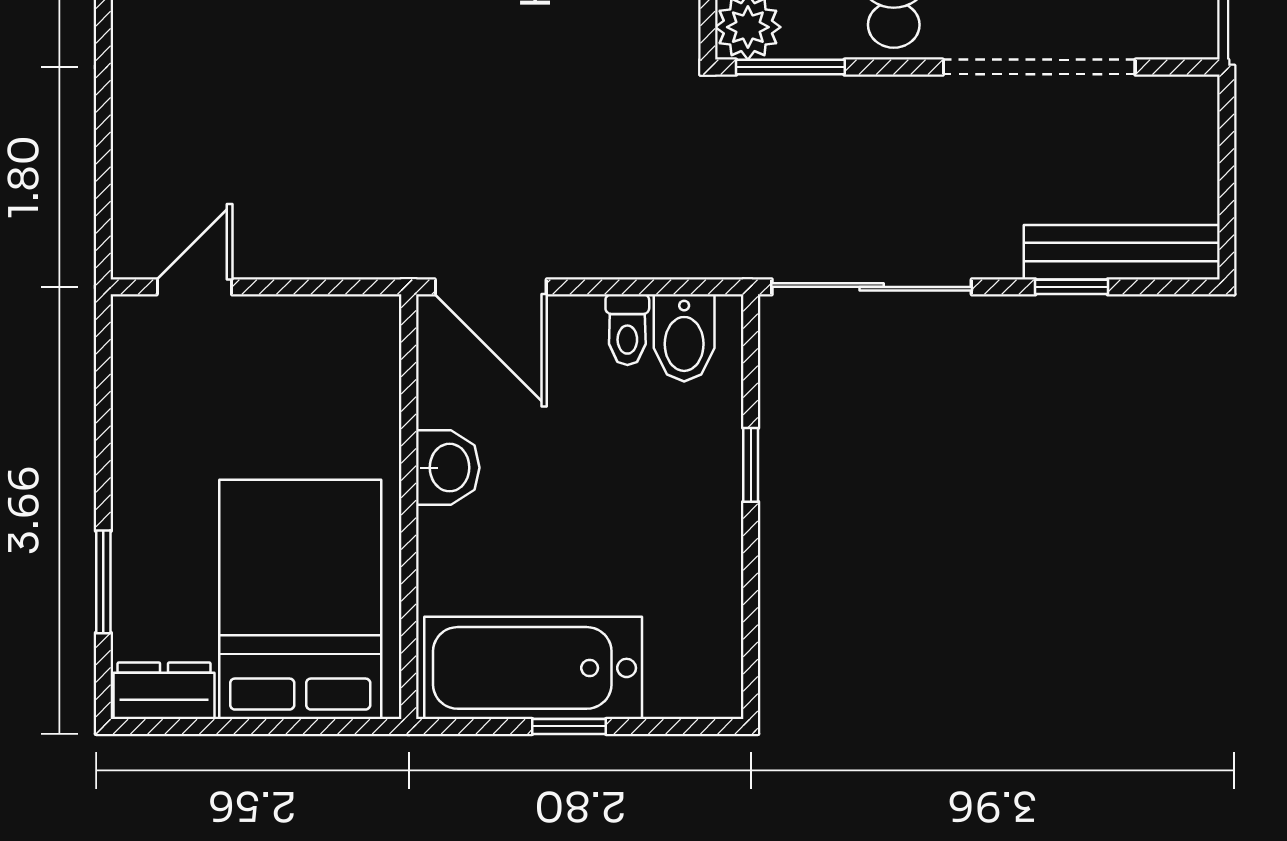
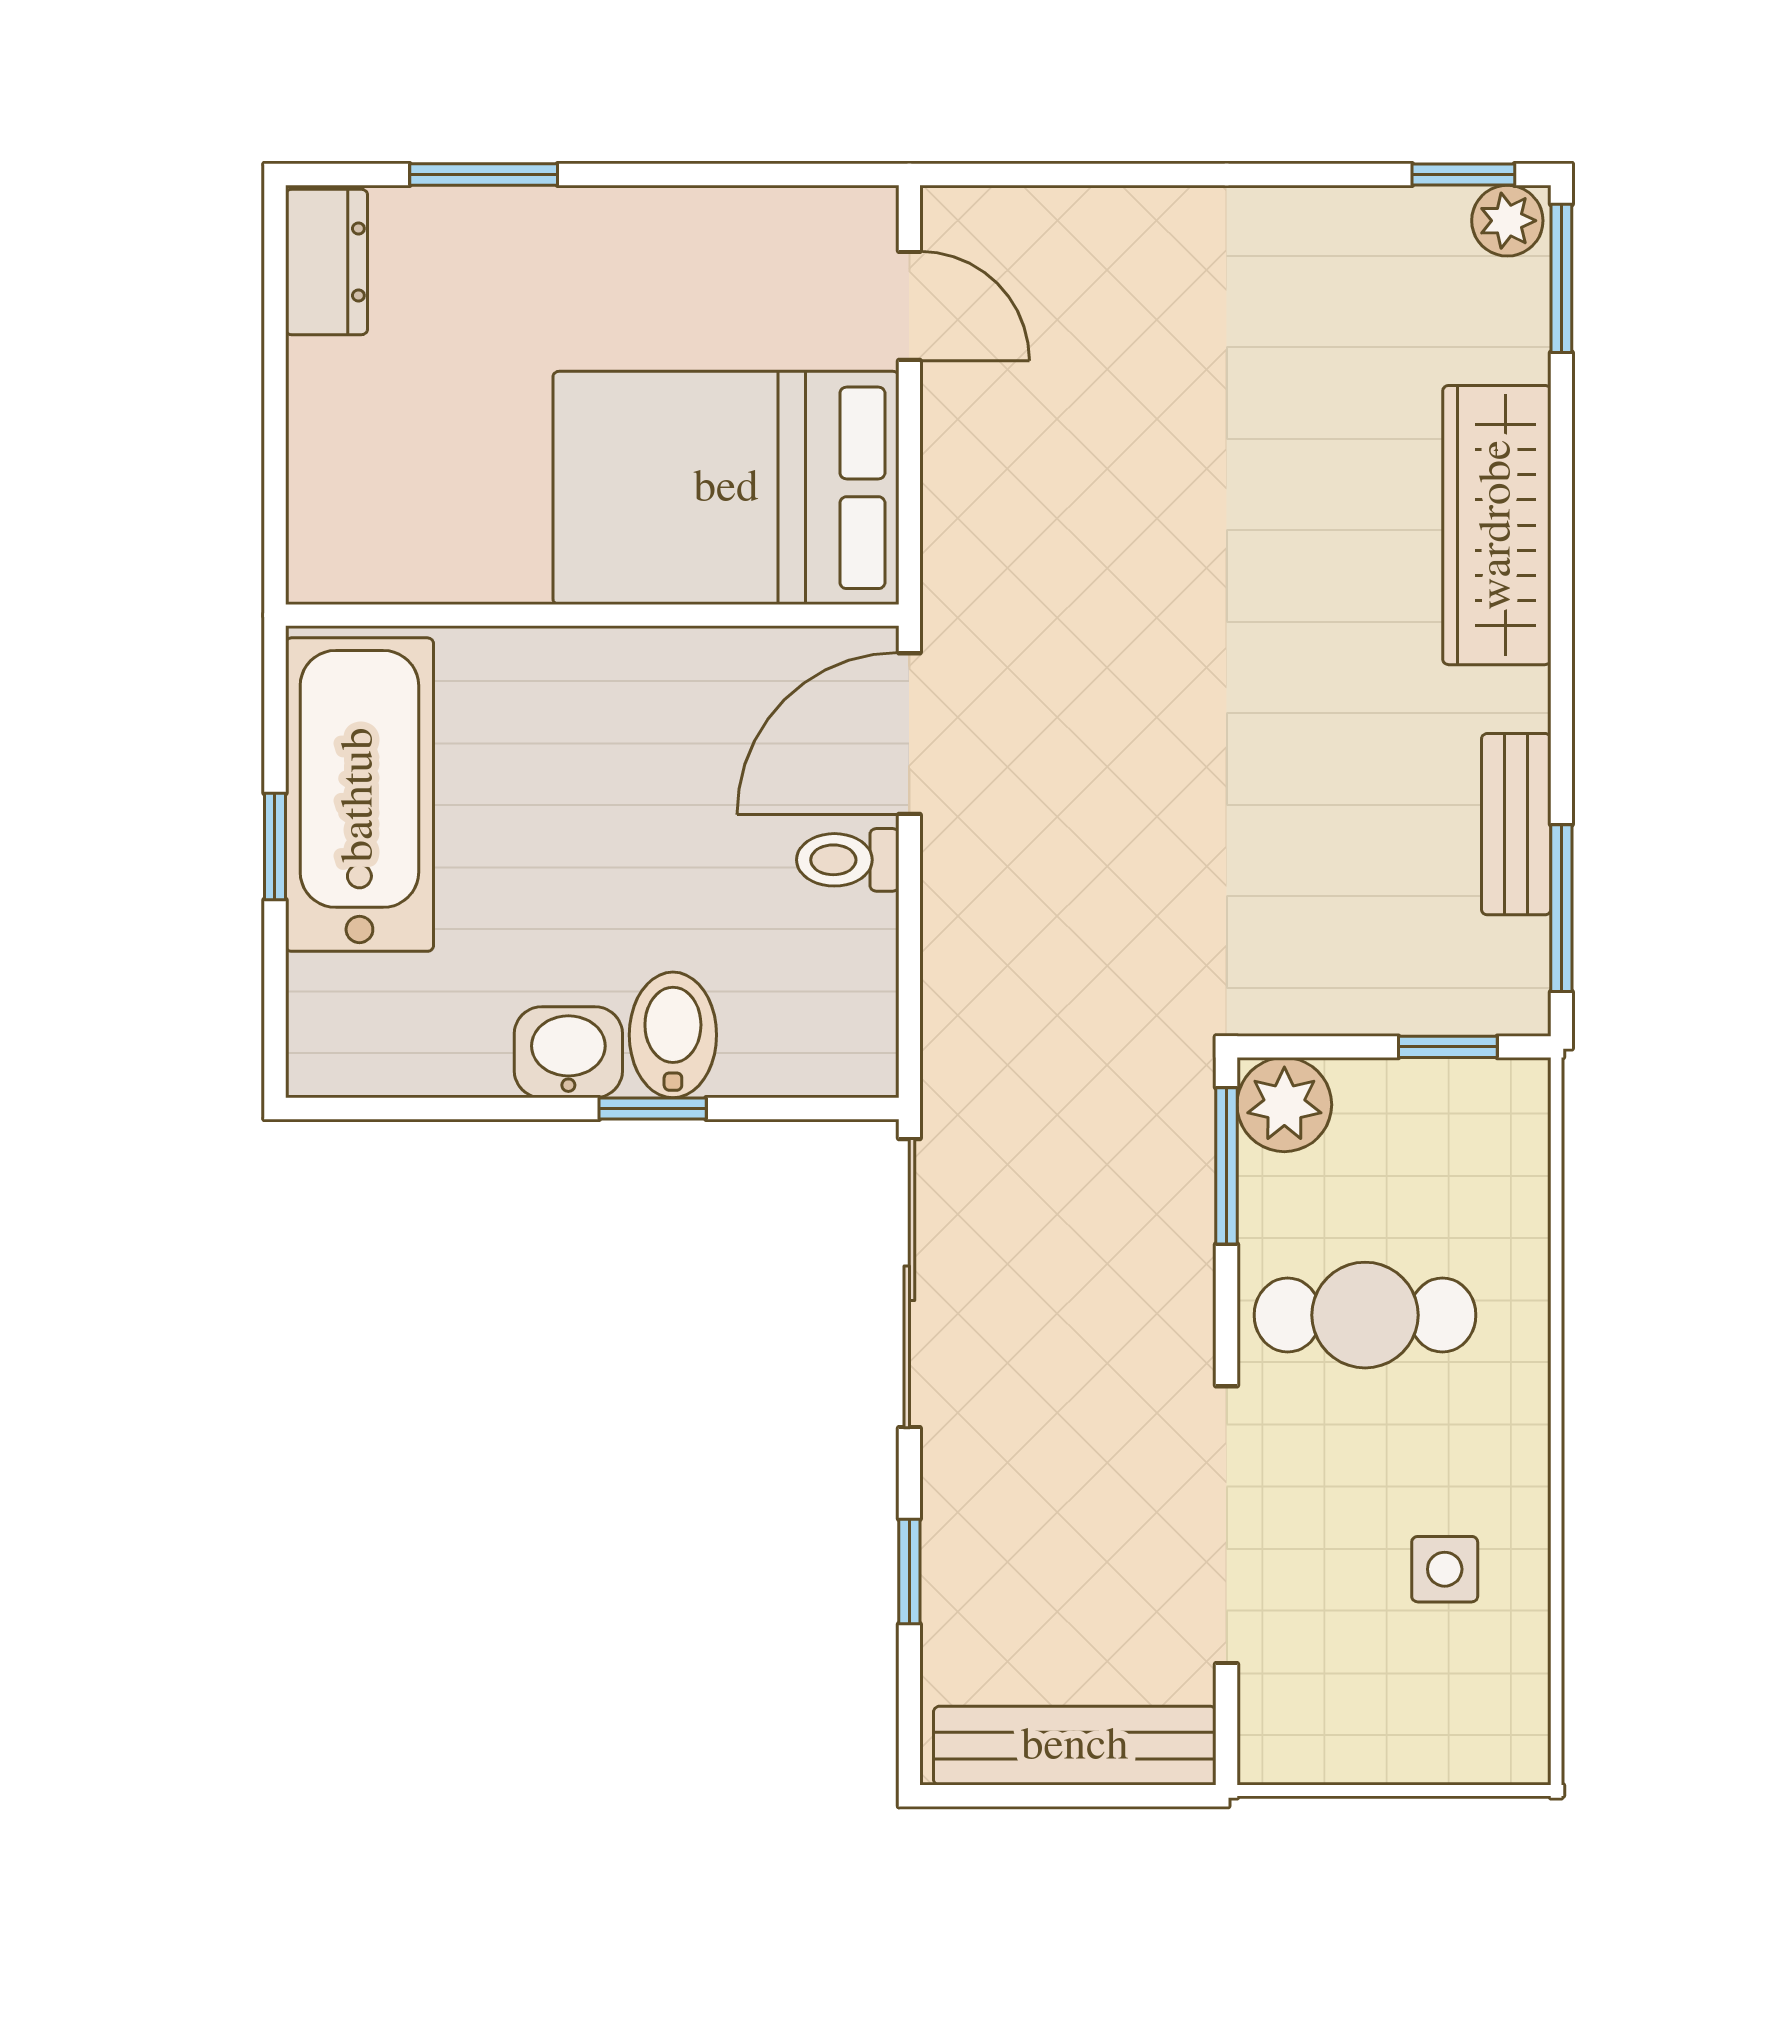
bench: (1122, 252) -> (1075, 1746), moved, turned 90
toilet: (627, 330) -> (848, 860), moved
bidet: (684, 338) -> (673, 1035), moved, turned 90
washbasin: (448, 468) -> (568, 1052), moved, turned 180
bed: (300, 599) -> (726, 488), moved, turned 180

